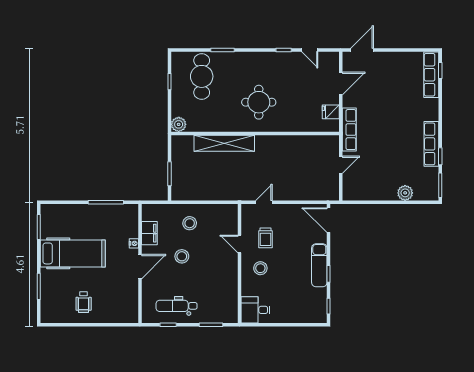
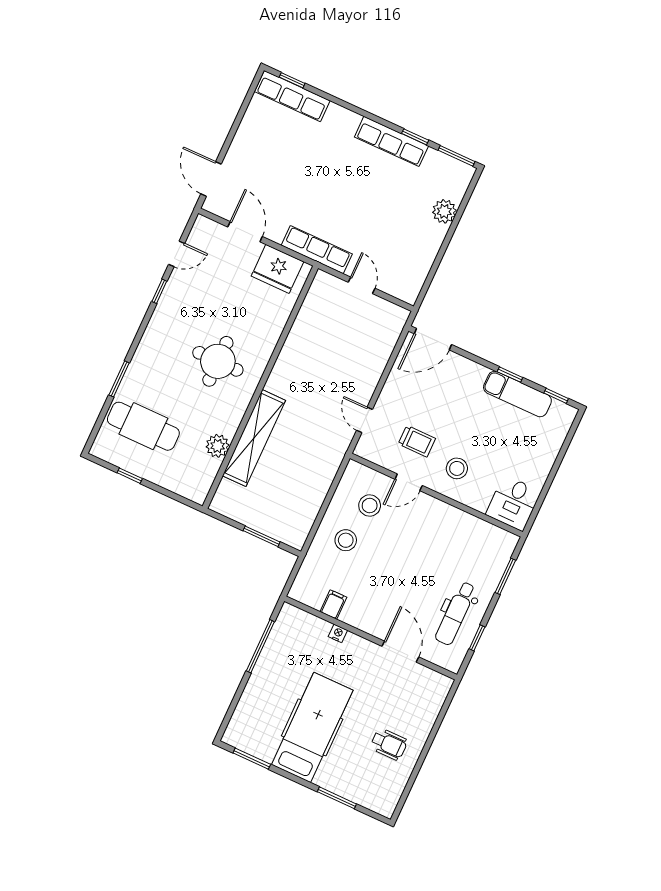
fridge: (331, 112) -> (277, 269), width x1.88, depth x1.34
plant: (179, 124) -> (218, 446), moved
filing cabinet: (149, 233) -> (333, 604), width x0.50
stool: (182, 256) -> (370, 506), moved
exam couch: (319, 265) -> (517, 394), moved
door: (140, 267) -> (400, 652), moved

